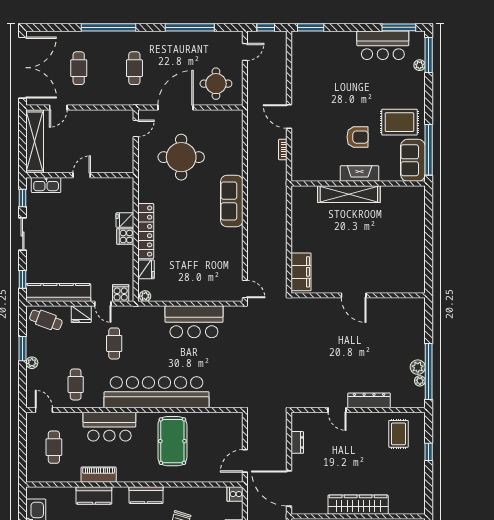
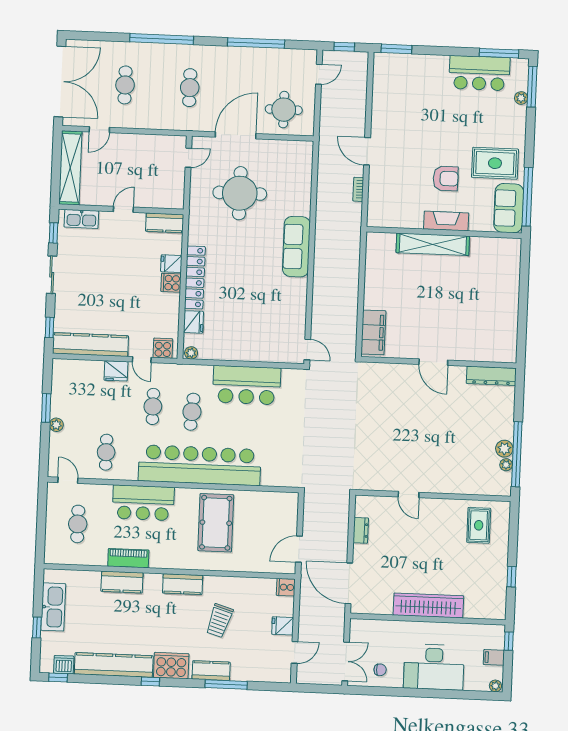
kitchen counter: (118, 185) -> (165, 223), added
cafe table: (46, 320) -> (192, 412), moved, turned 74
dresser: (369, 400) -> (491, 376), moved, turned 180
window: (429, 452) -> (512, 577), moved

